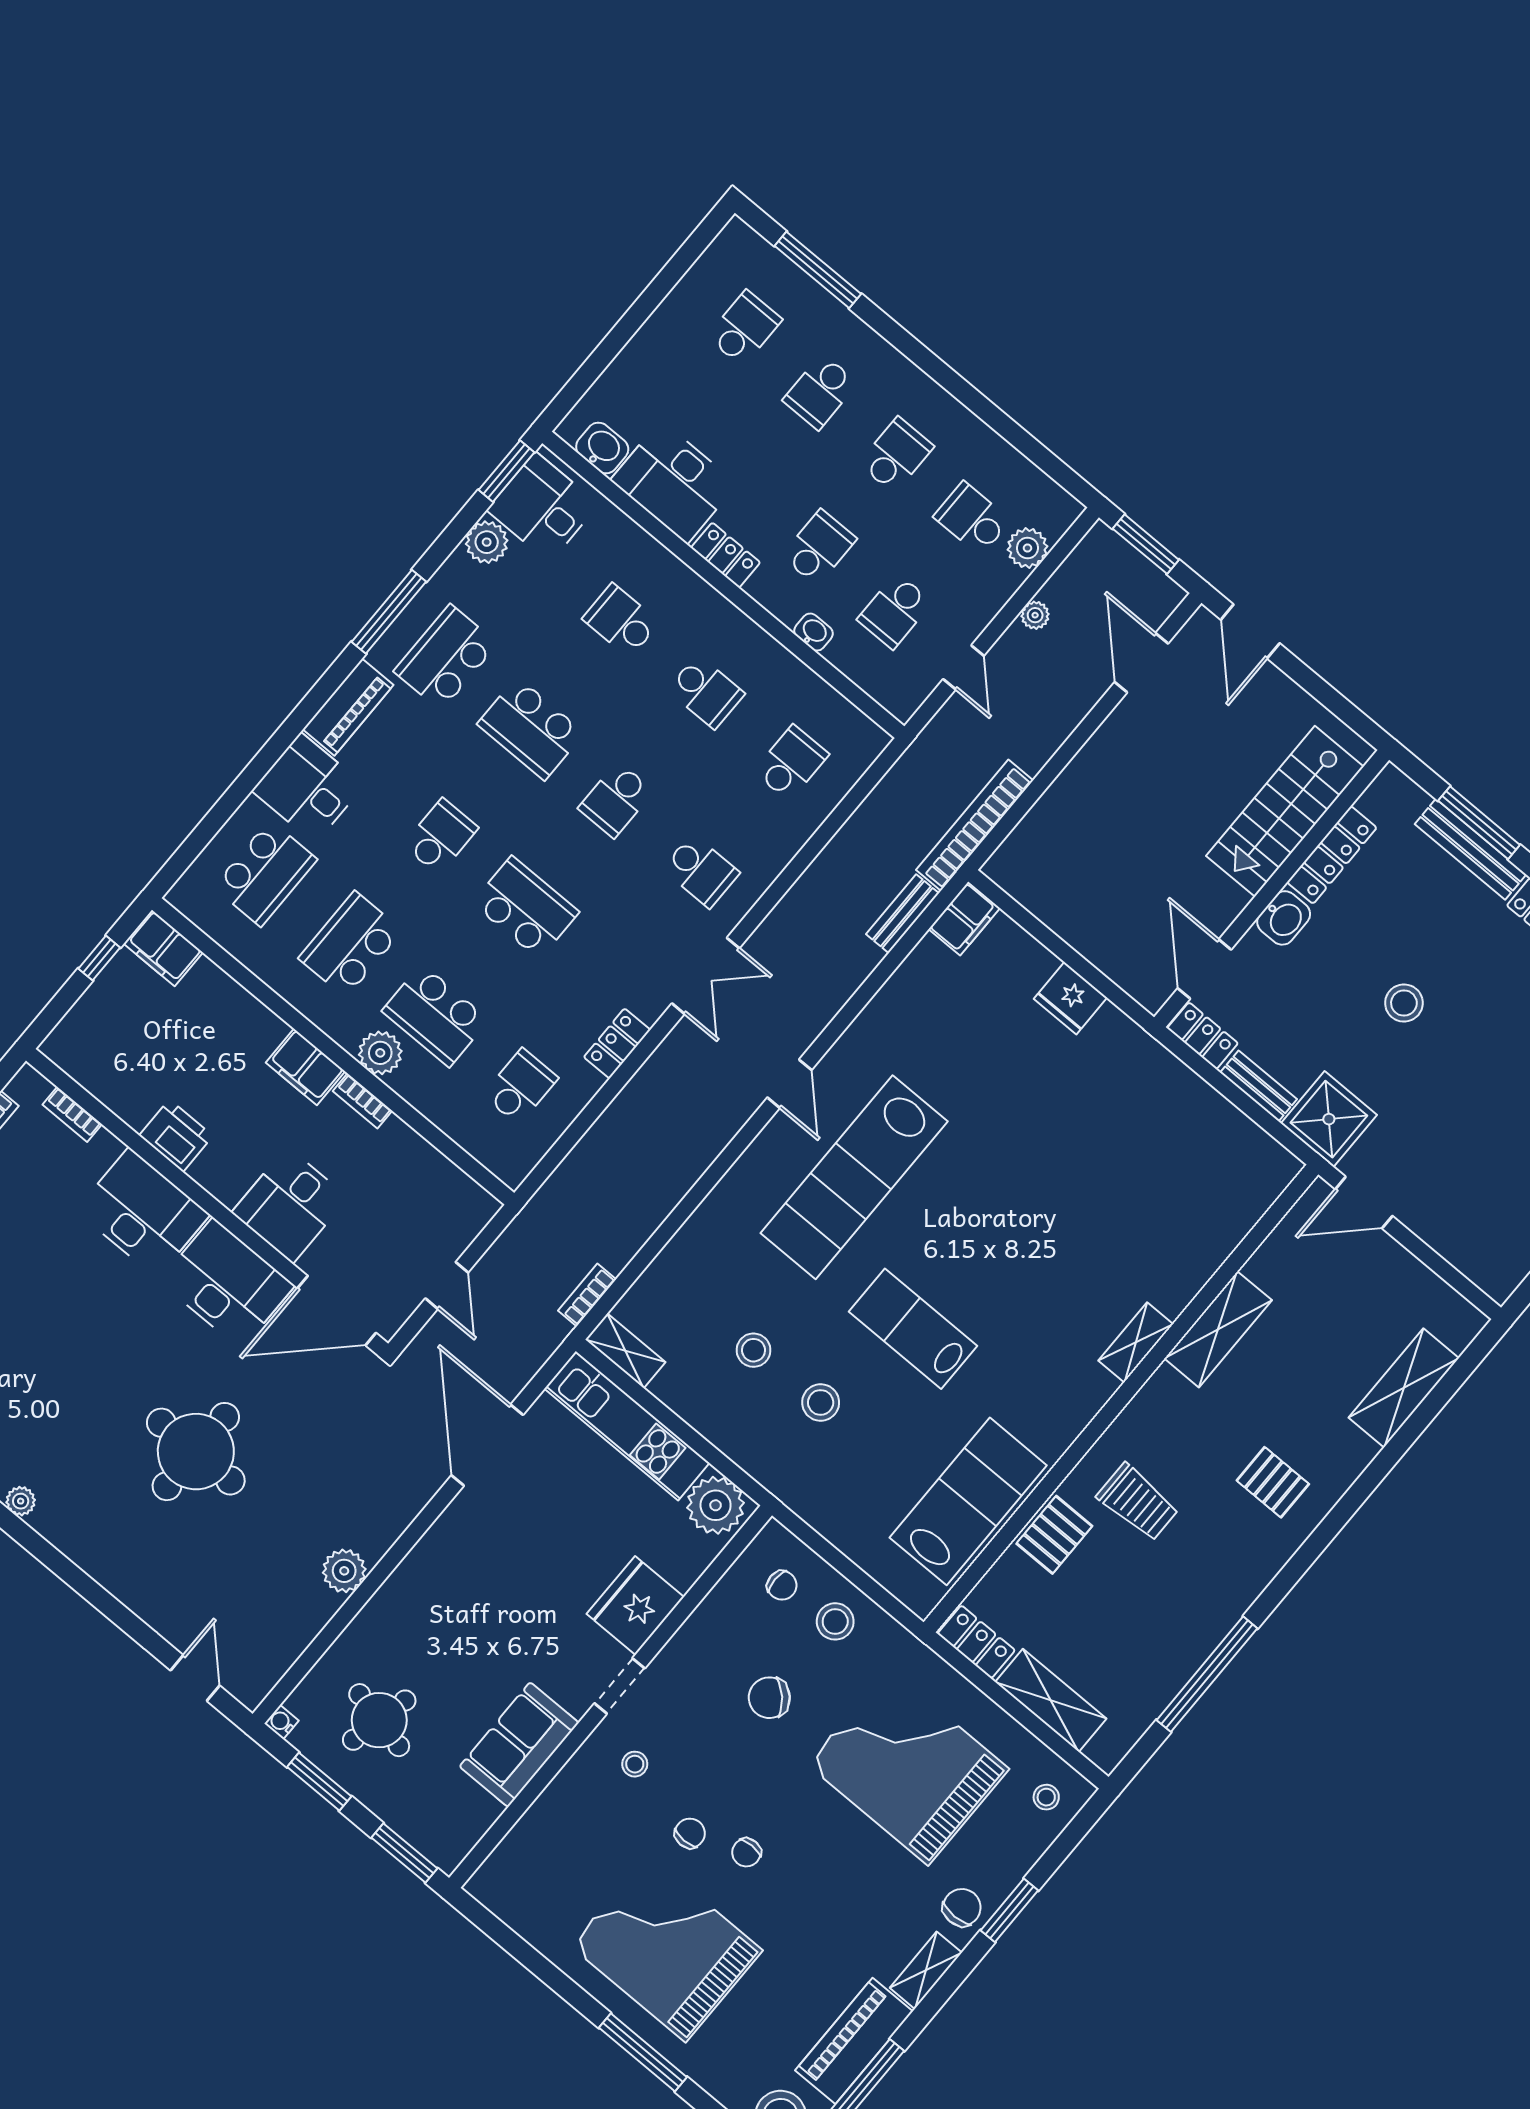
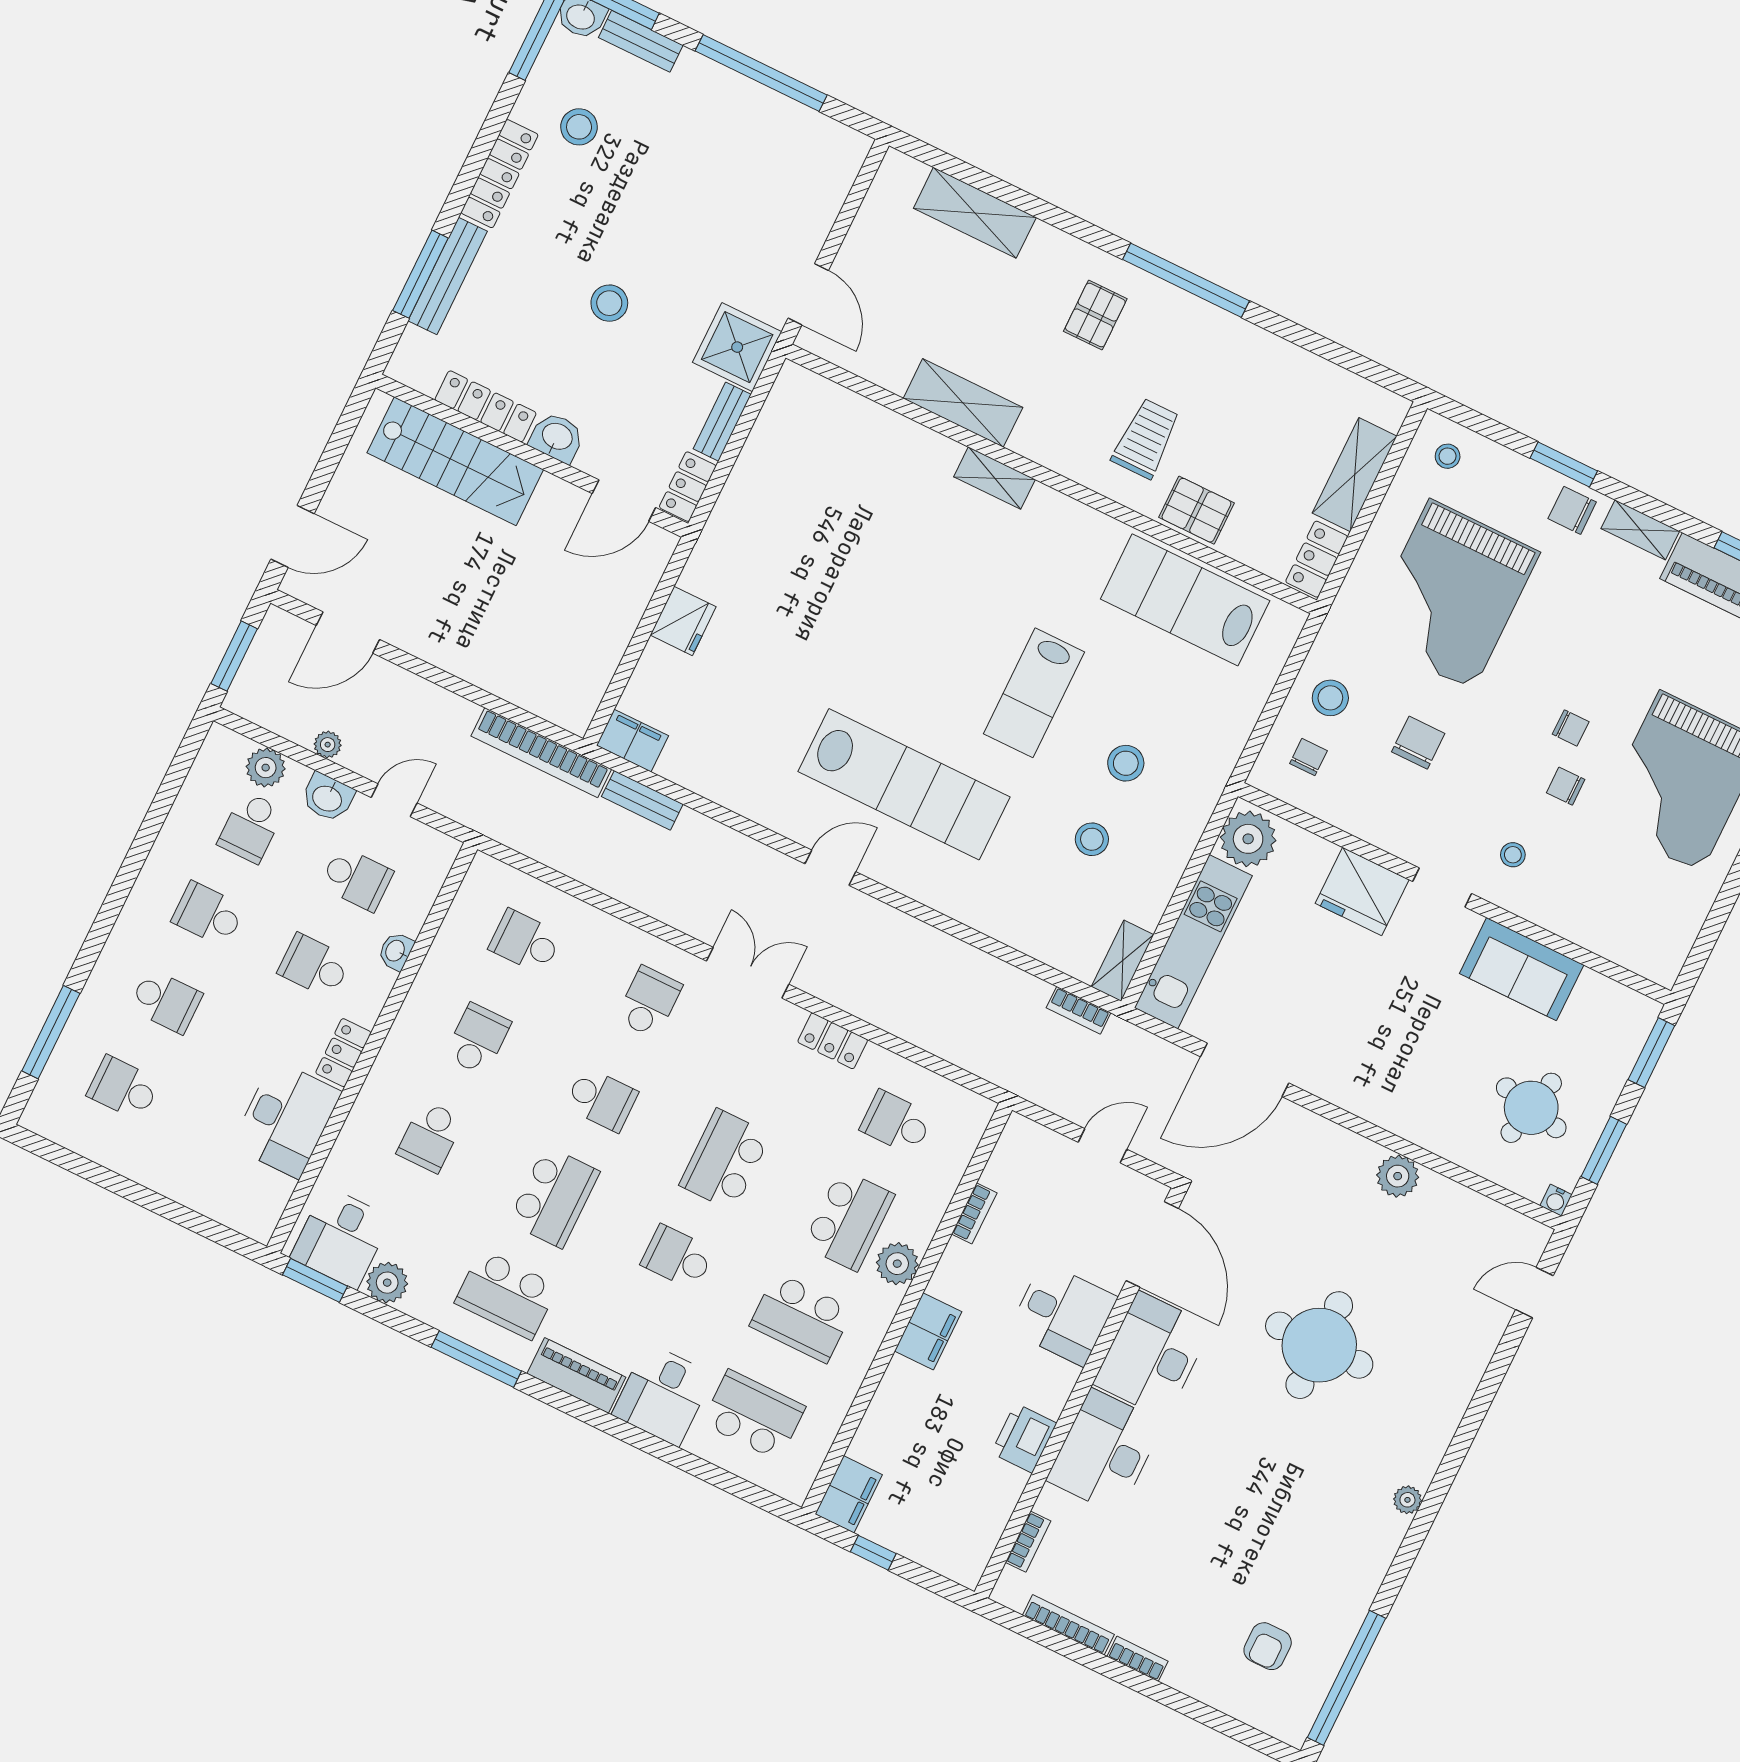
washbasin: (602, 448) -> (328, 798), moved, turned -90
bookcase: (362, 1101) -> (974, 1213), moved
window: (1207, 1674) -> (1186, 280), moved
chair: (769, 1698) -> (1418, 743), turned -137

